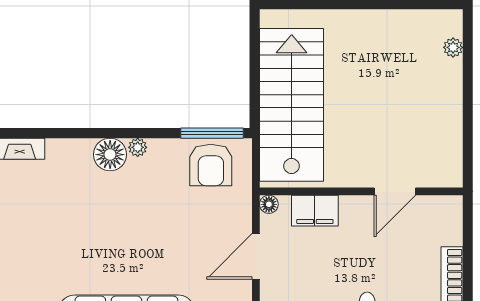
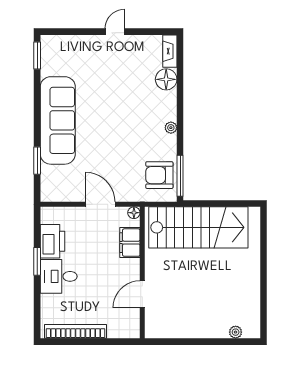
floor lamp: (110, 155) -> (166, 79), moved
door: (395, 191) -> (142, 294), hinge flipped

